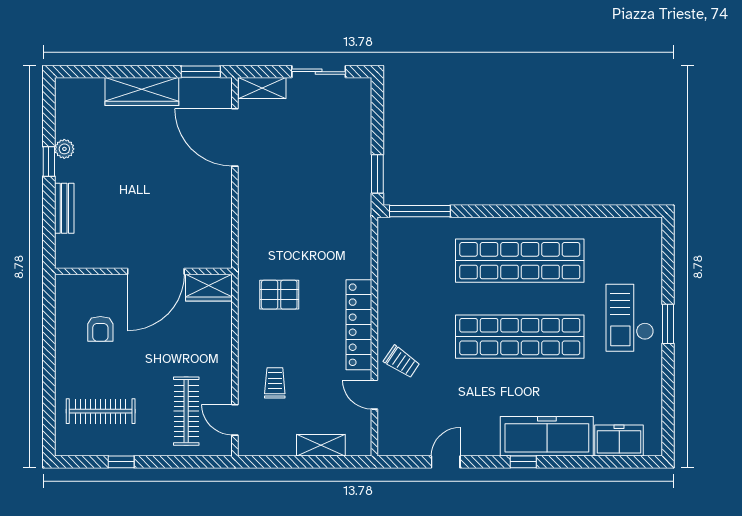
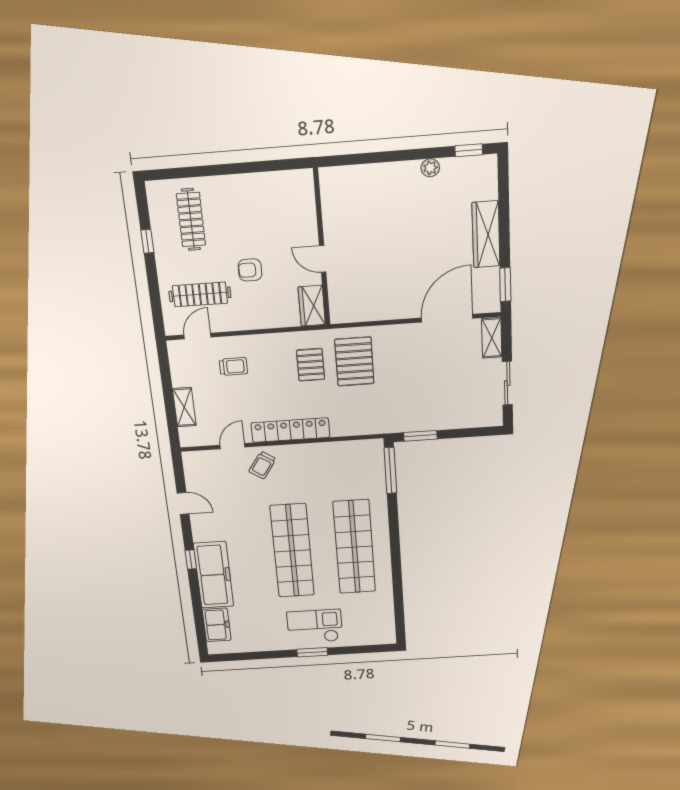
window: (49, 161) -> (469, 150), moved
bench: (64, 208) -> (375, 172), removed
pallet: (279, 245) -> (354, 361), added
door: (156, 271) -> (323, 259), width x0.53
armchair: (100, 329) -> (250, 270), moved

